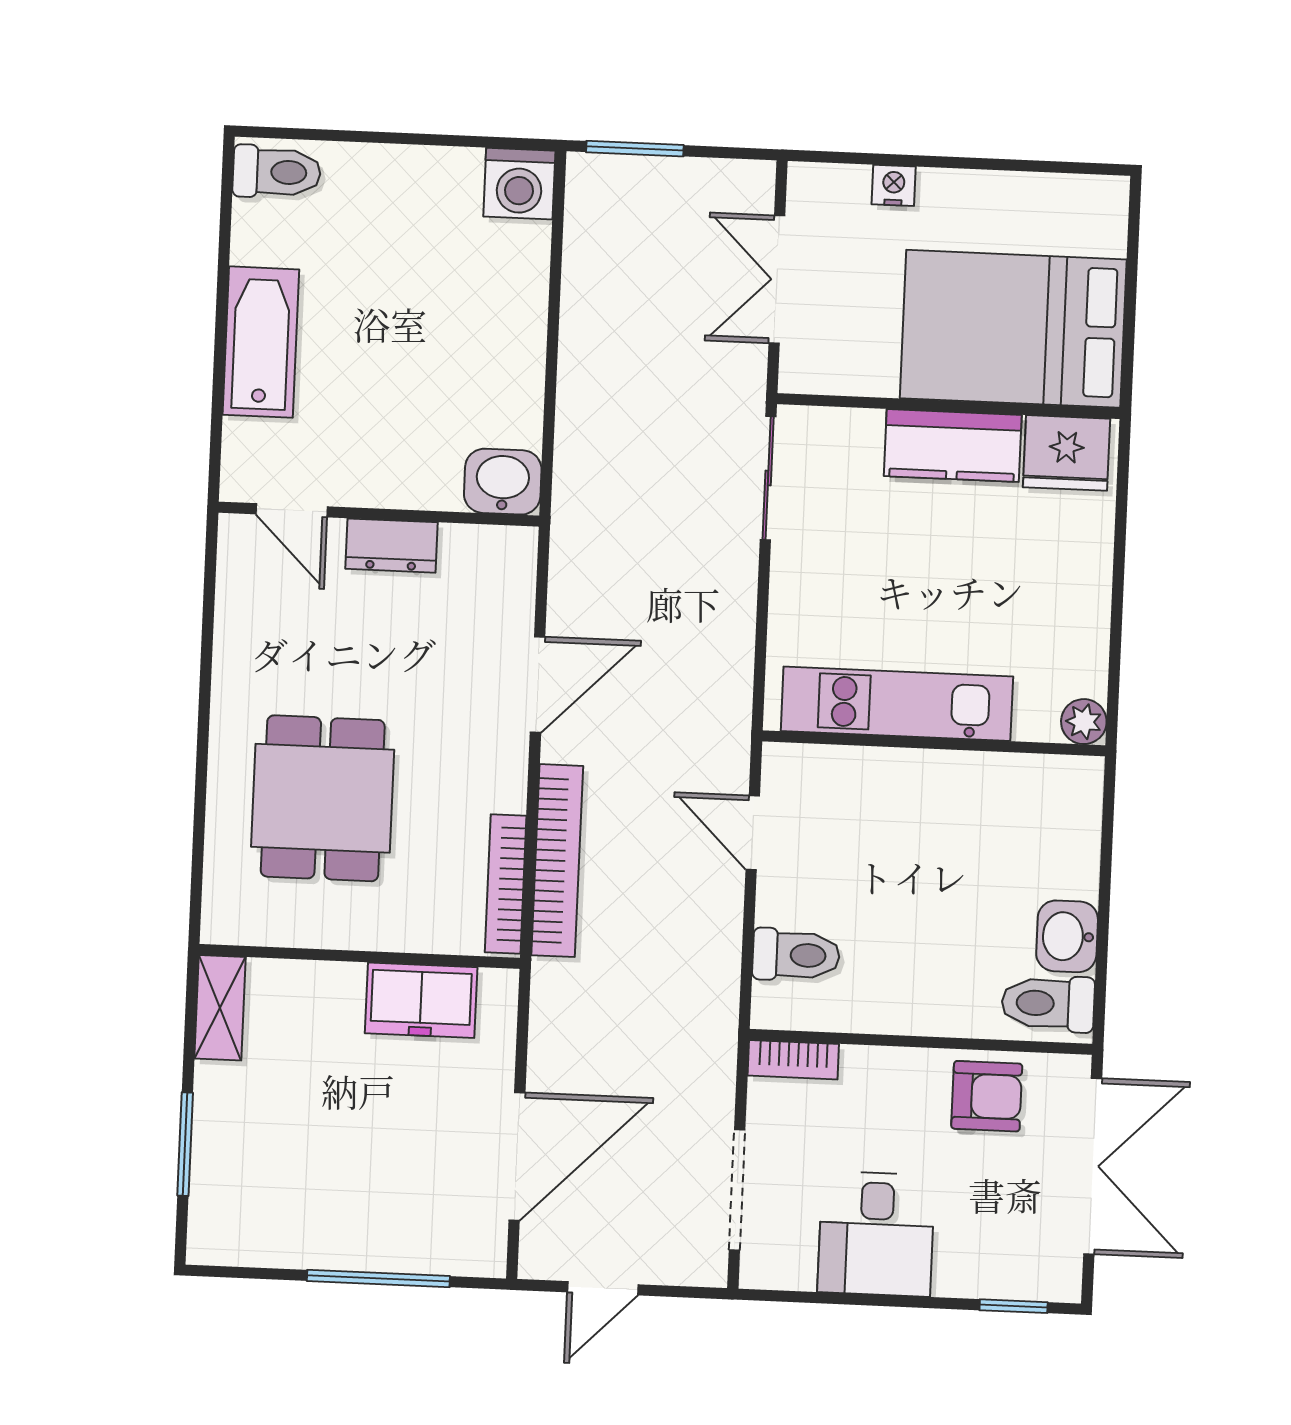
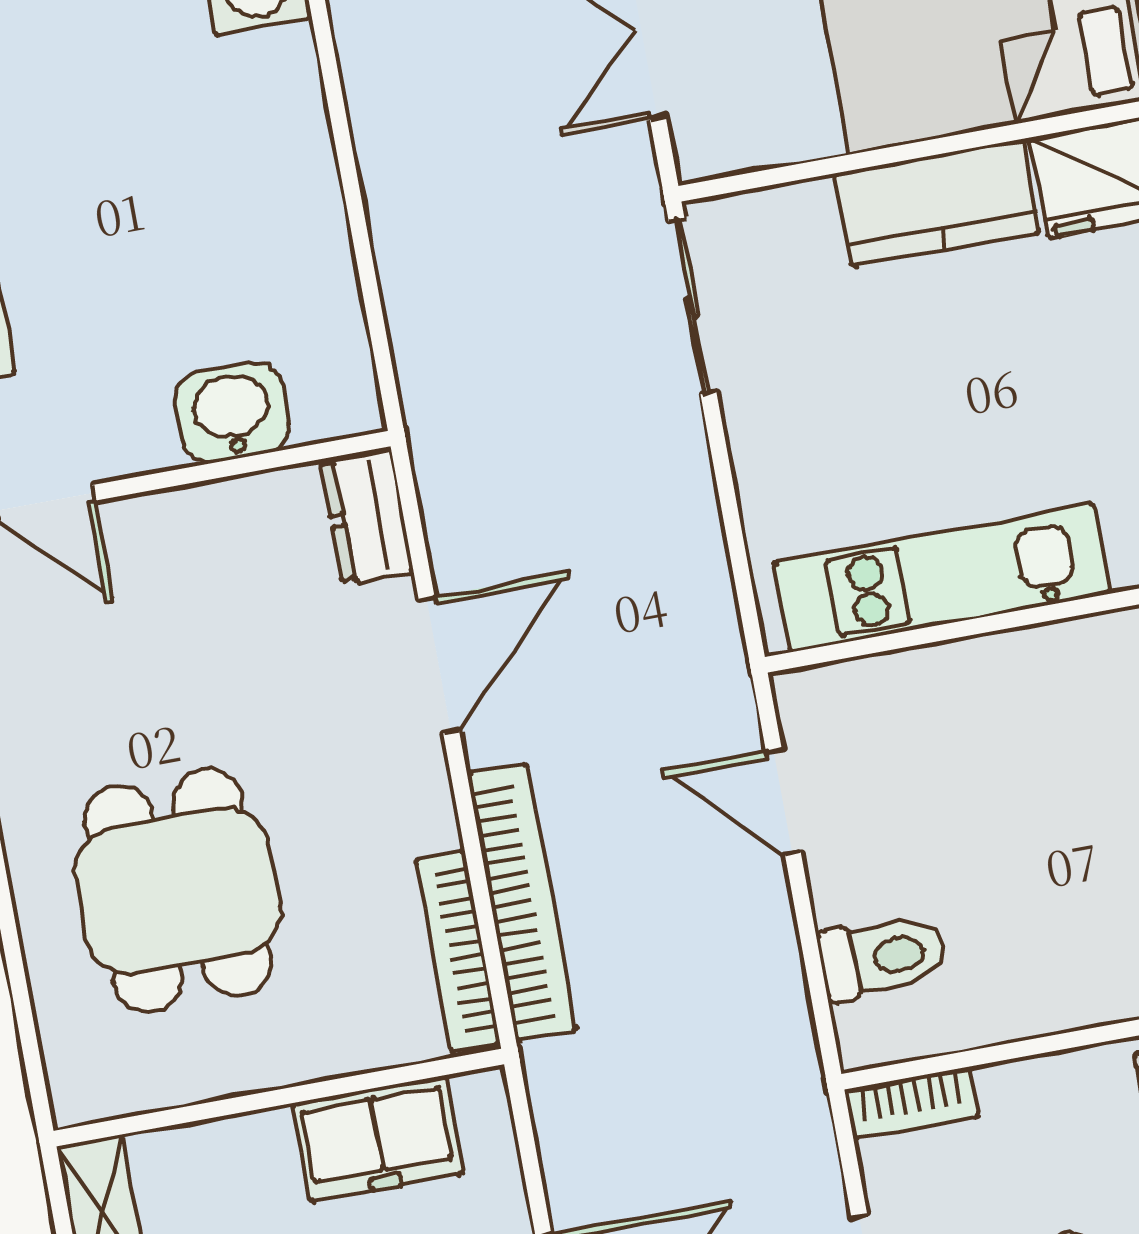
washbasin: (503, 482) -> (232, 413), moved
dresser: (391, 546) -> (367, 516), moved, turned 90

